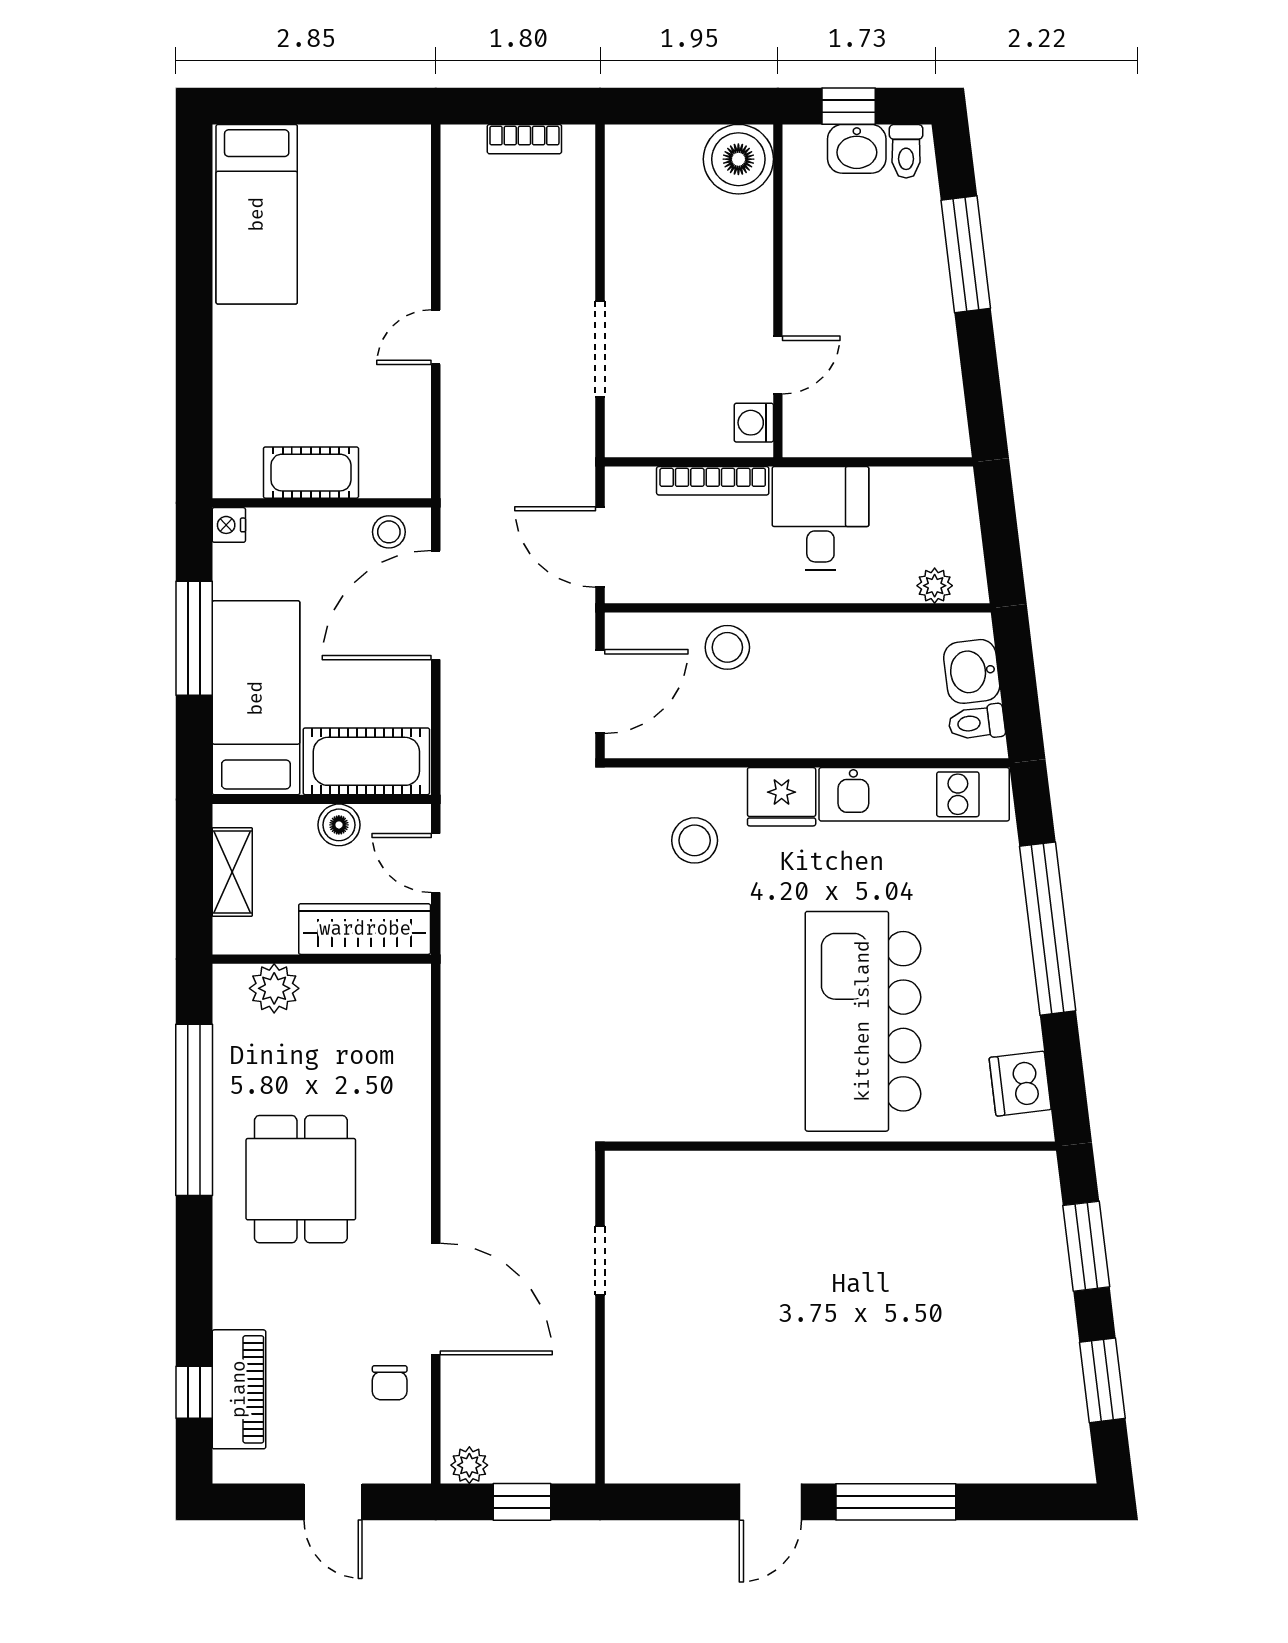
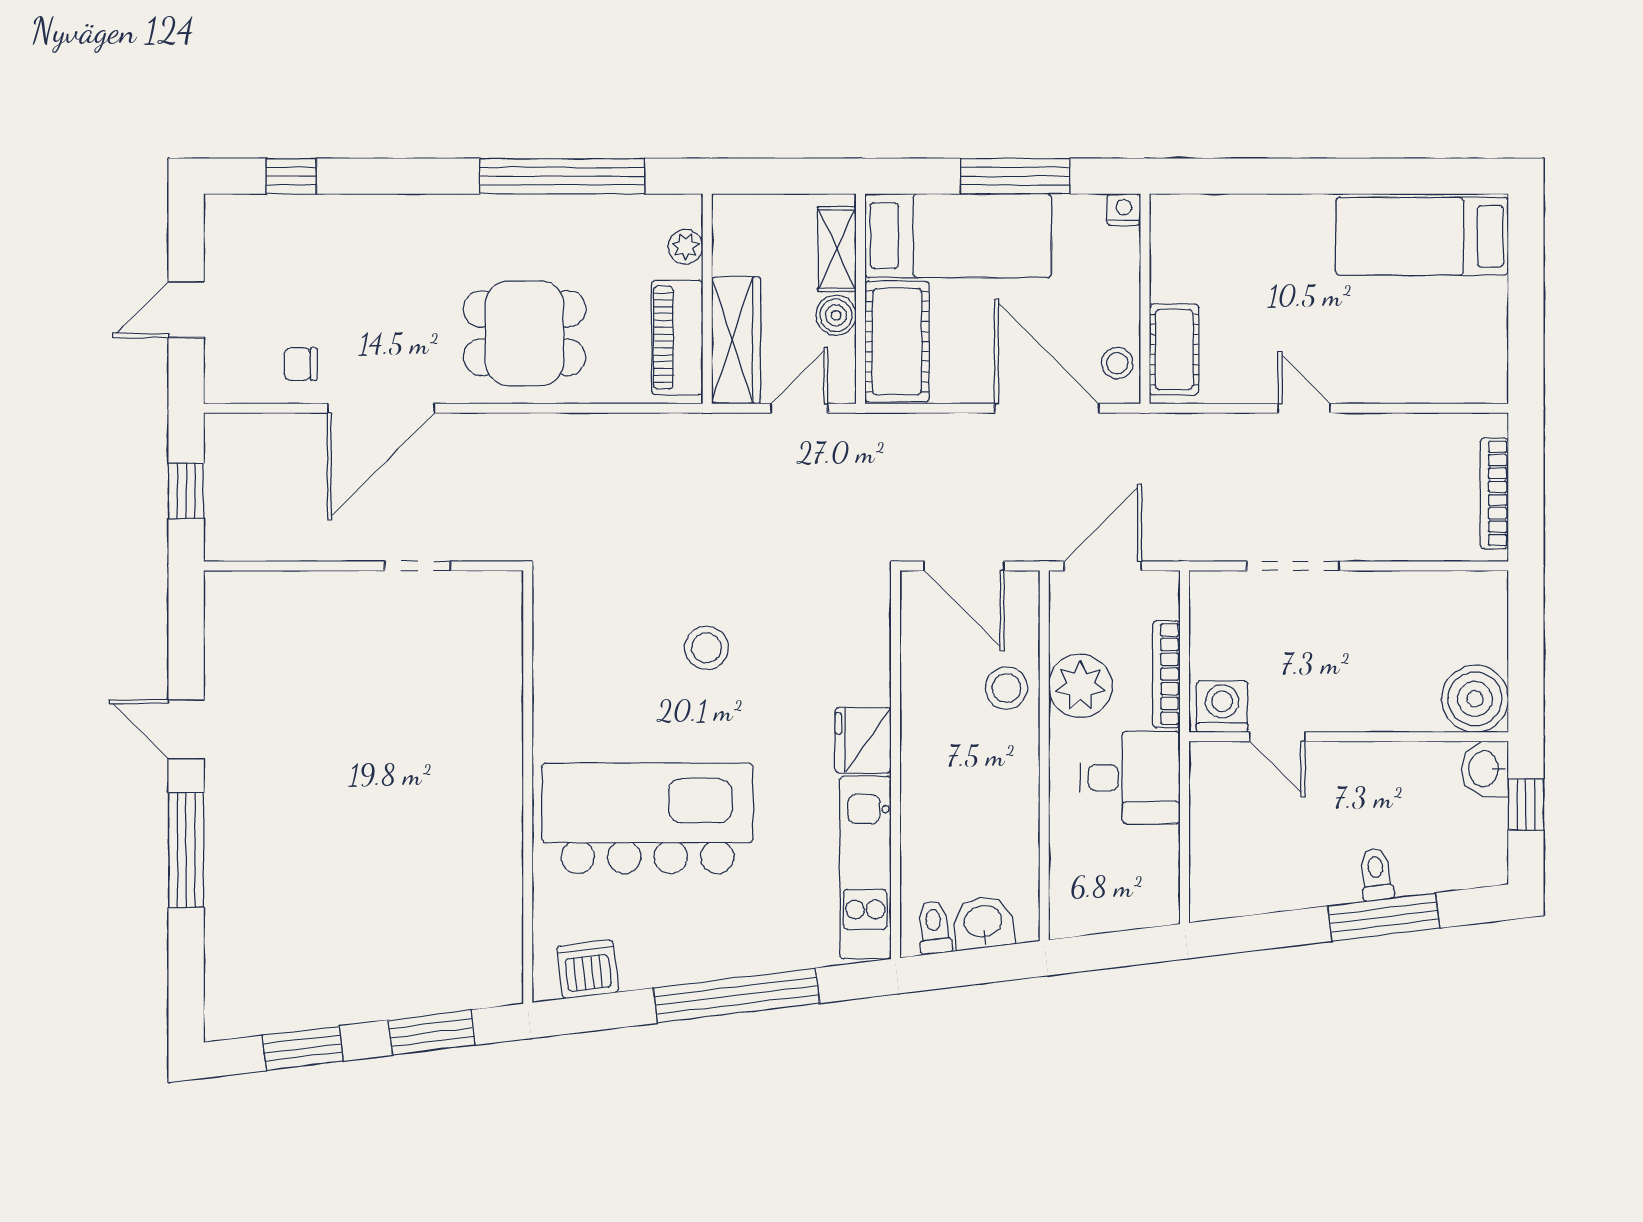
bookcase: (524, 139) -> (1494, 493), width x1.56
washbasin: (857, 149) -> (1485, 769), moved
toilet: (906, 151) -> (1376, 874), moved, turned 83
washing machine: (754, 423) -> (1222, 707), width x1.38, depth x1.38
cot: (311, 473) -> (1174, 349), moved
plant: (935, 586) -> (1080, 686), moved, width x1.88, depth x1.88
stool: (695, 840) -> (706, 648), moved
shelving: (232, 872) -> (837, 249), moved, turned 90
plant: (274, 988) -> (686, 247), width x0.73, depth x0.73
dining table: (301, 1179) -> (525, 333), moved
piano: (239, 1389) -> (677, 338), moved, turned 90
plant: (469, 1465) -> (221, 440), removed

